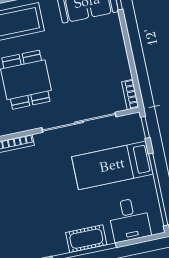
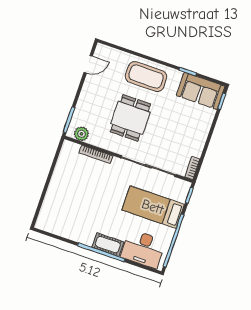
desk: (129, 220) -> (143, 249), width x1.37

